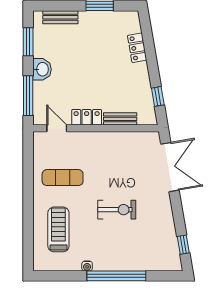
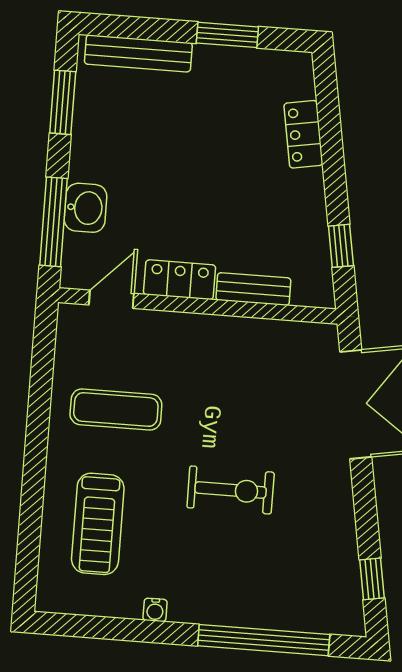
bench: (60, 17) -> (138, 53), width x1.36
washbasin: (42, 69) -> (85, 208), moved
door: (57, 128) -> (111, 299), hinge flipped
treadmill: (58, 229) -> (98, 524), turned 180
window: (116, 276) -> (264, 640), moved

